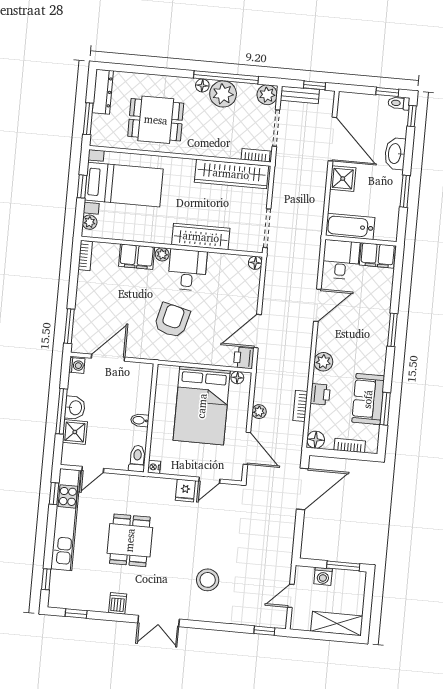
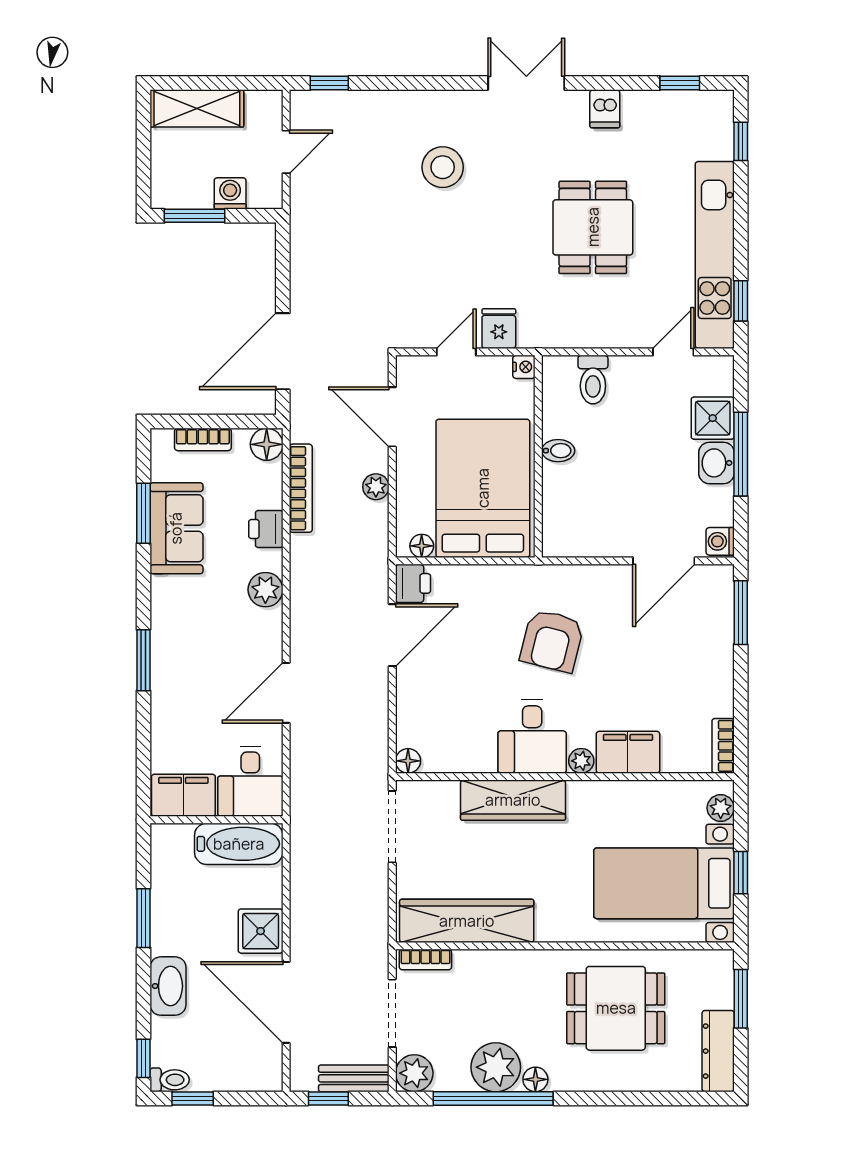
bookcase: (300, 406) -> (301, 488), width x1.56
wall: (151, 418) -> (538, 456), moved
bidet: (140, 420) -> (558, 451), moved
nightstand: (154, 467) -> (524, 367), moved

